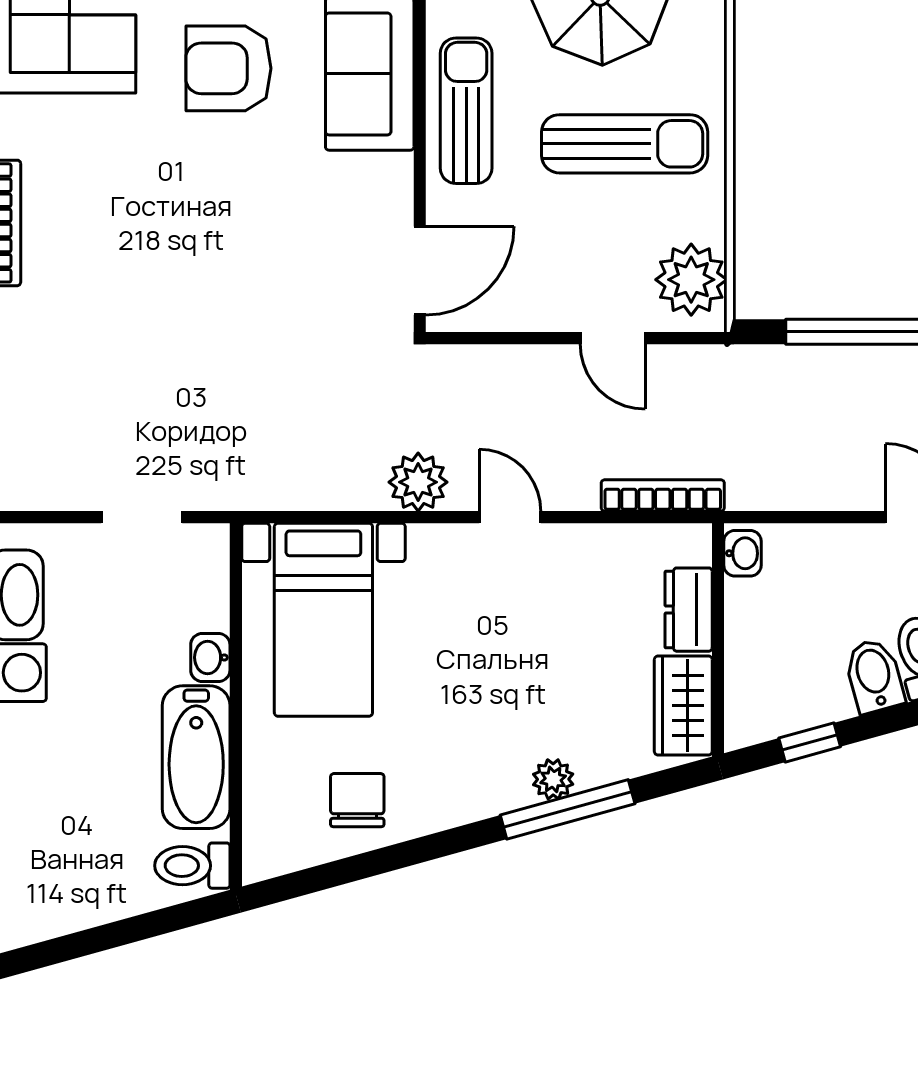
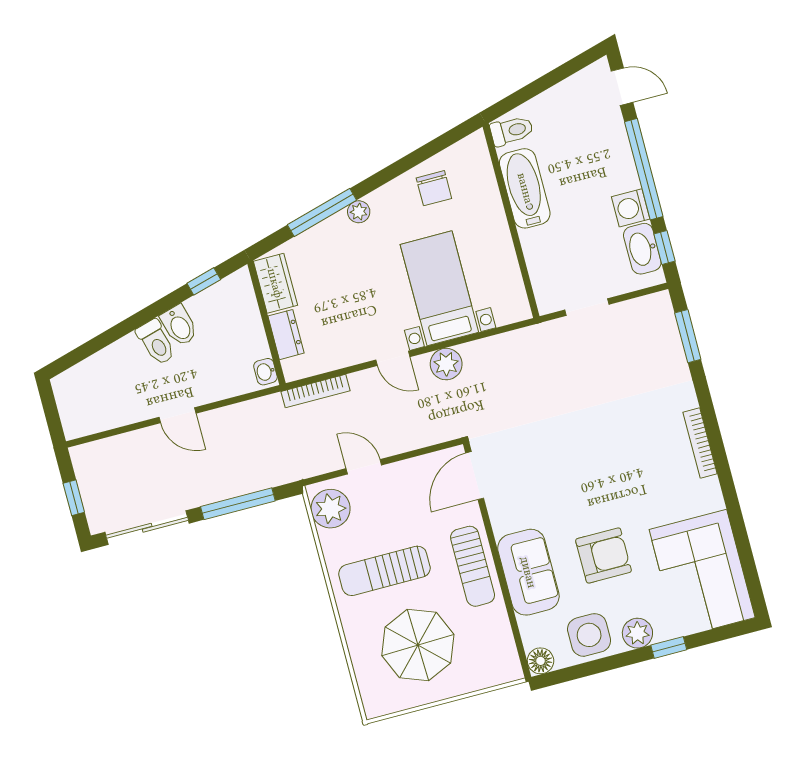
bed with nightstands: (323, 620) -> (439, 288), moved
washbasin: (210, 657) -> (531, 243), removed
plant: (553, 779) -> (359, 212), moved

